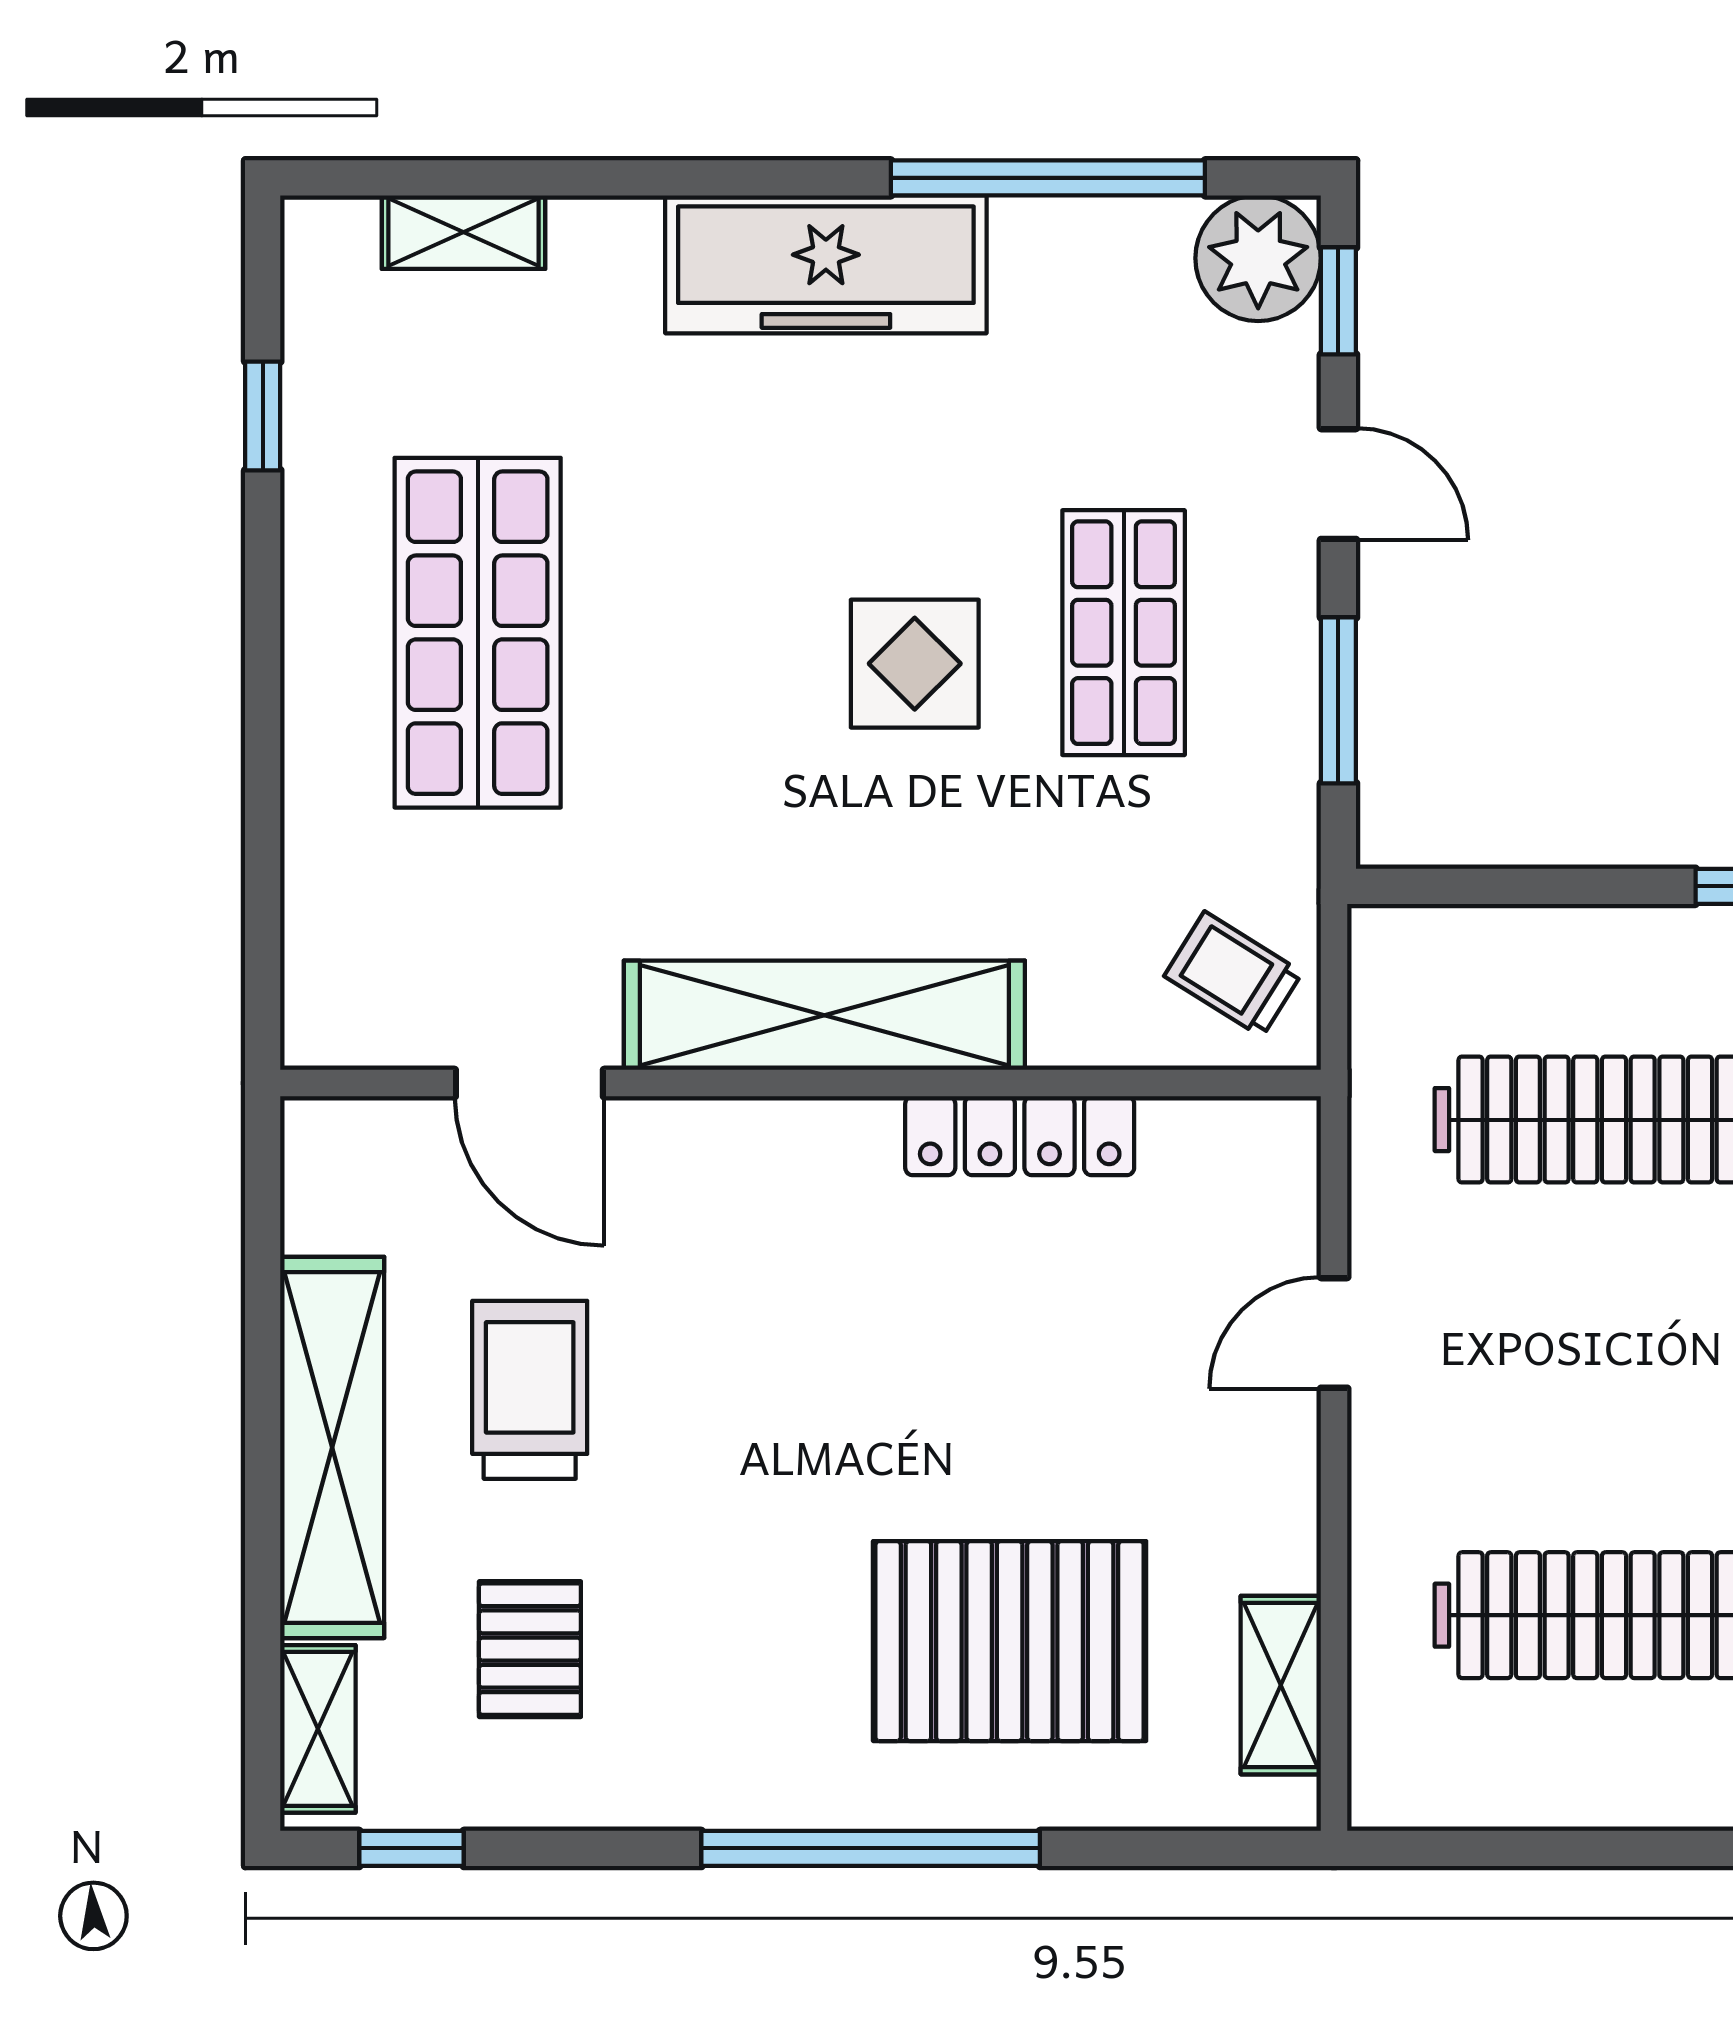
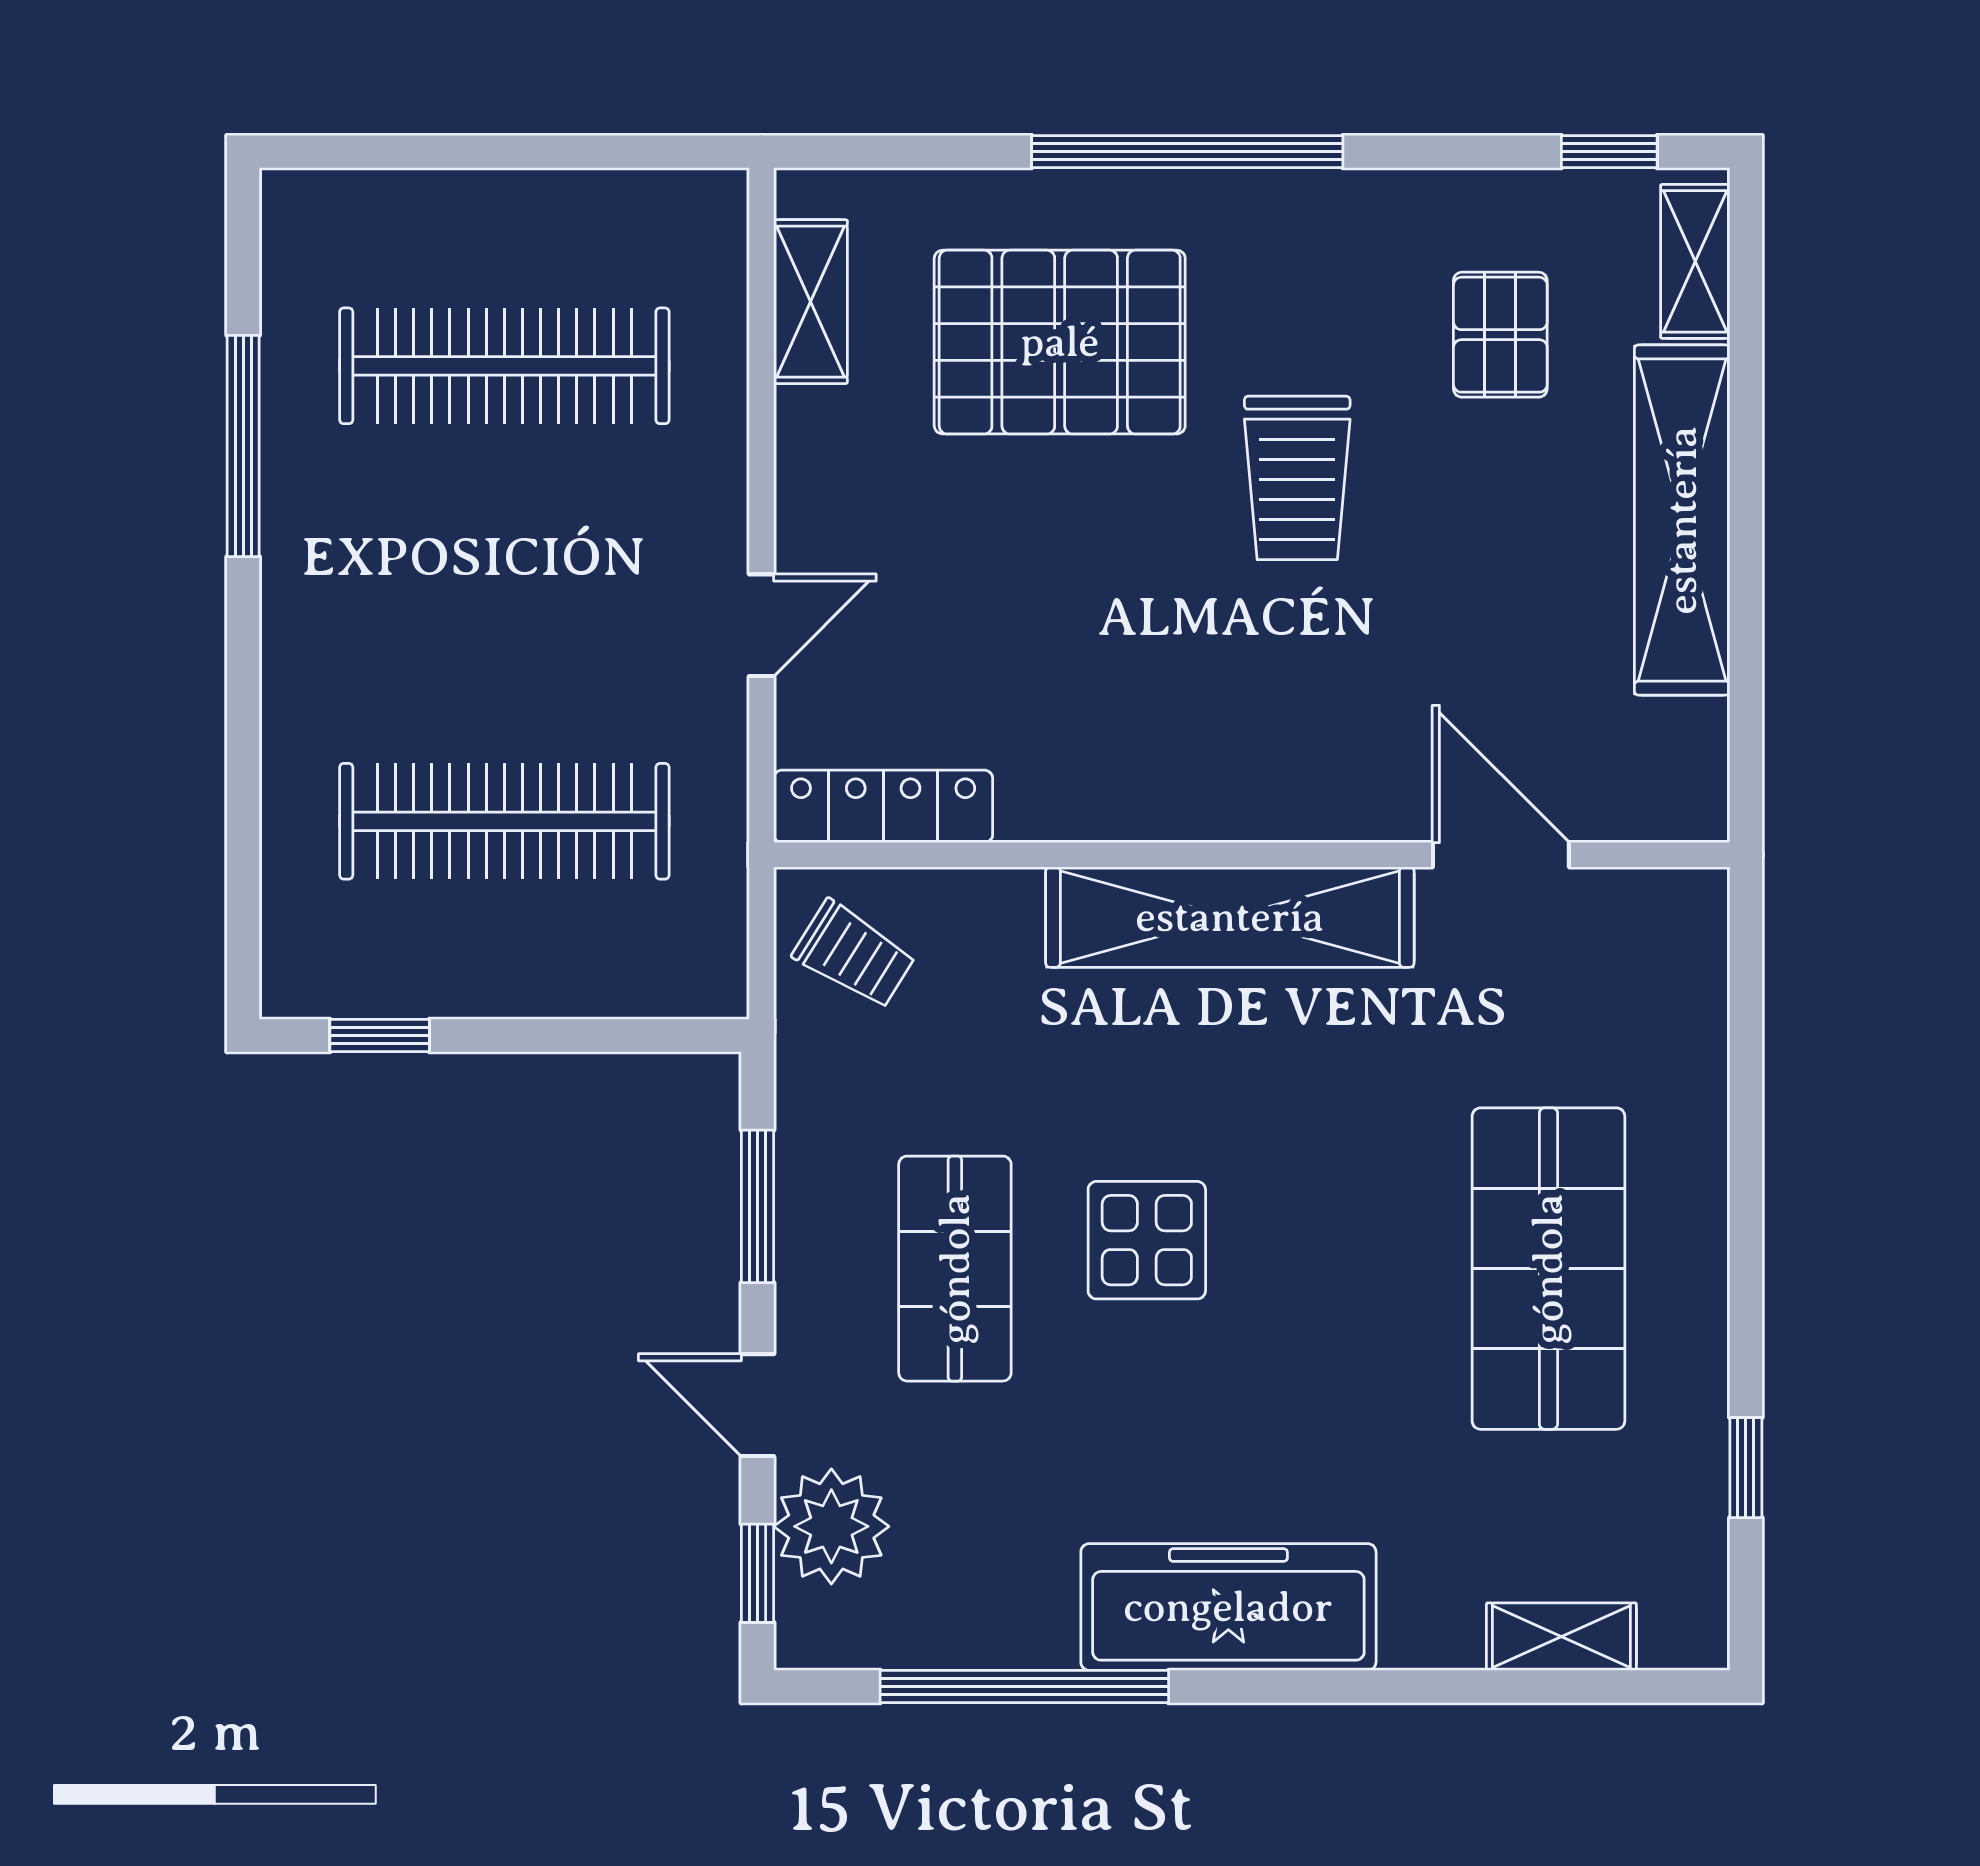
plant: (1258, 258) -> (831, 1526), moved
locker: (1020, 1136) -> (883, 806), moved
trolley: (530, 1390) -> (1297, 478), moved

